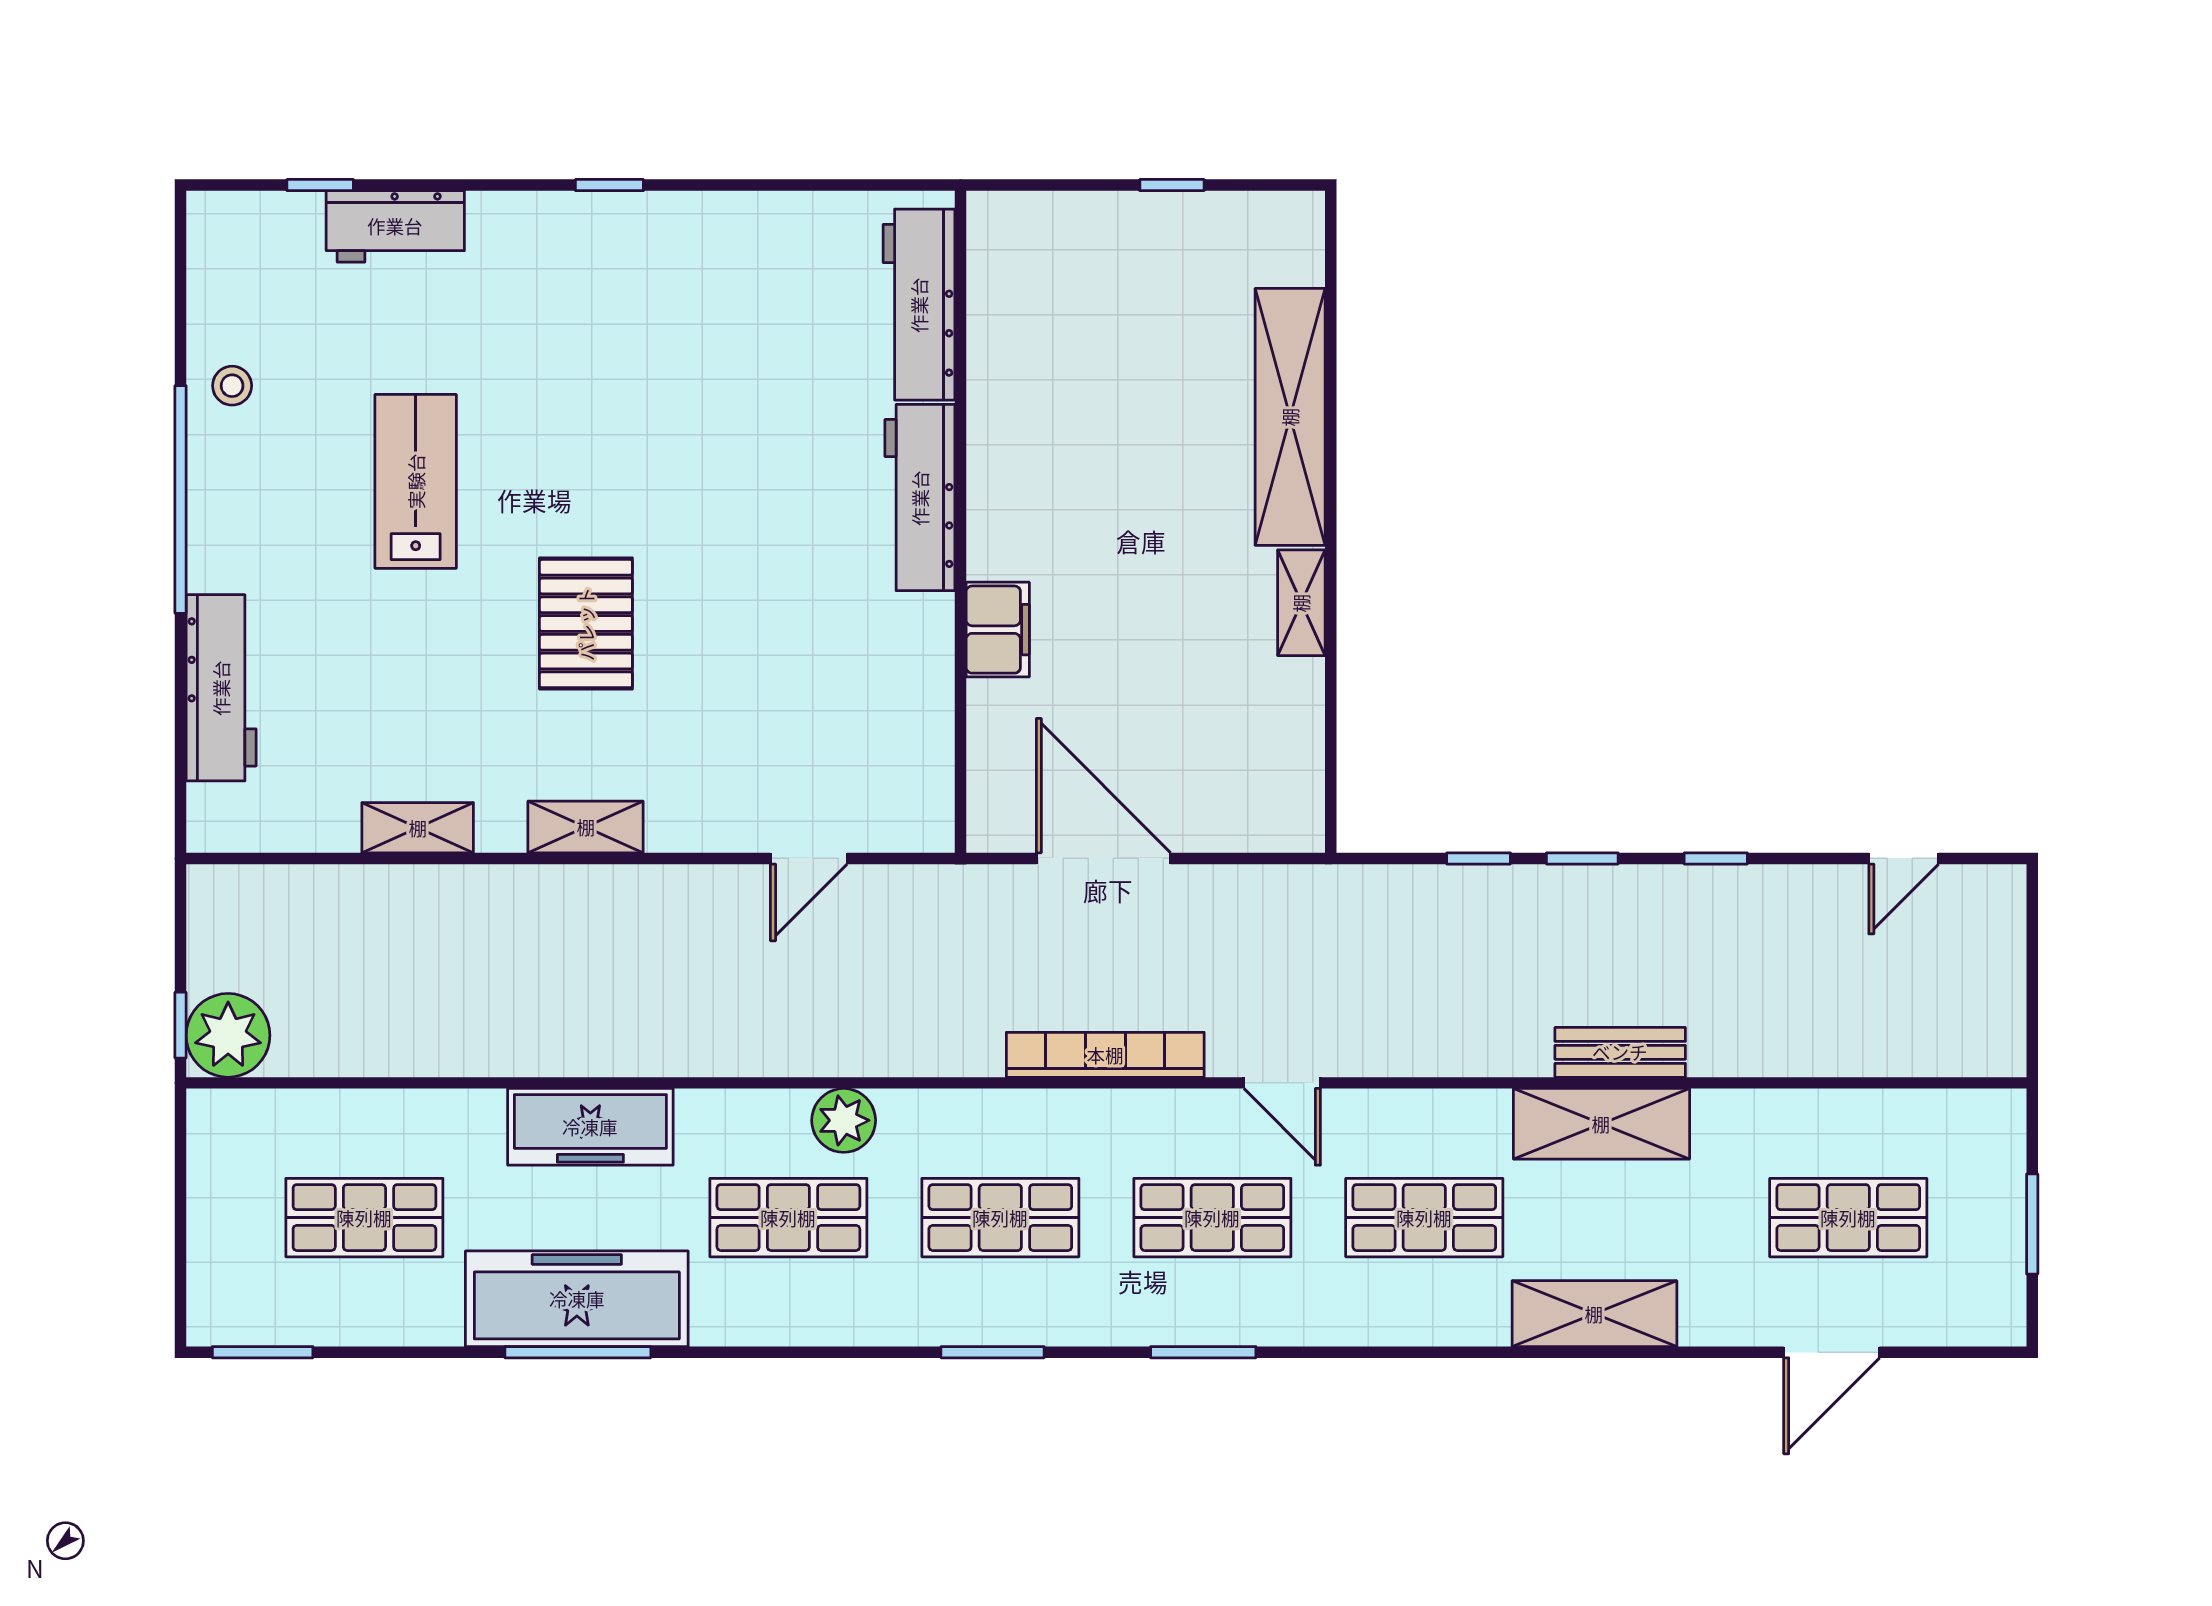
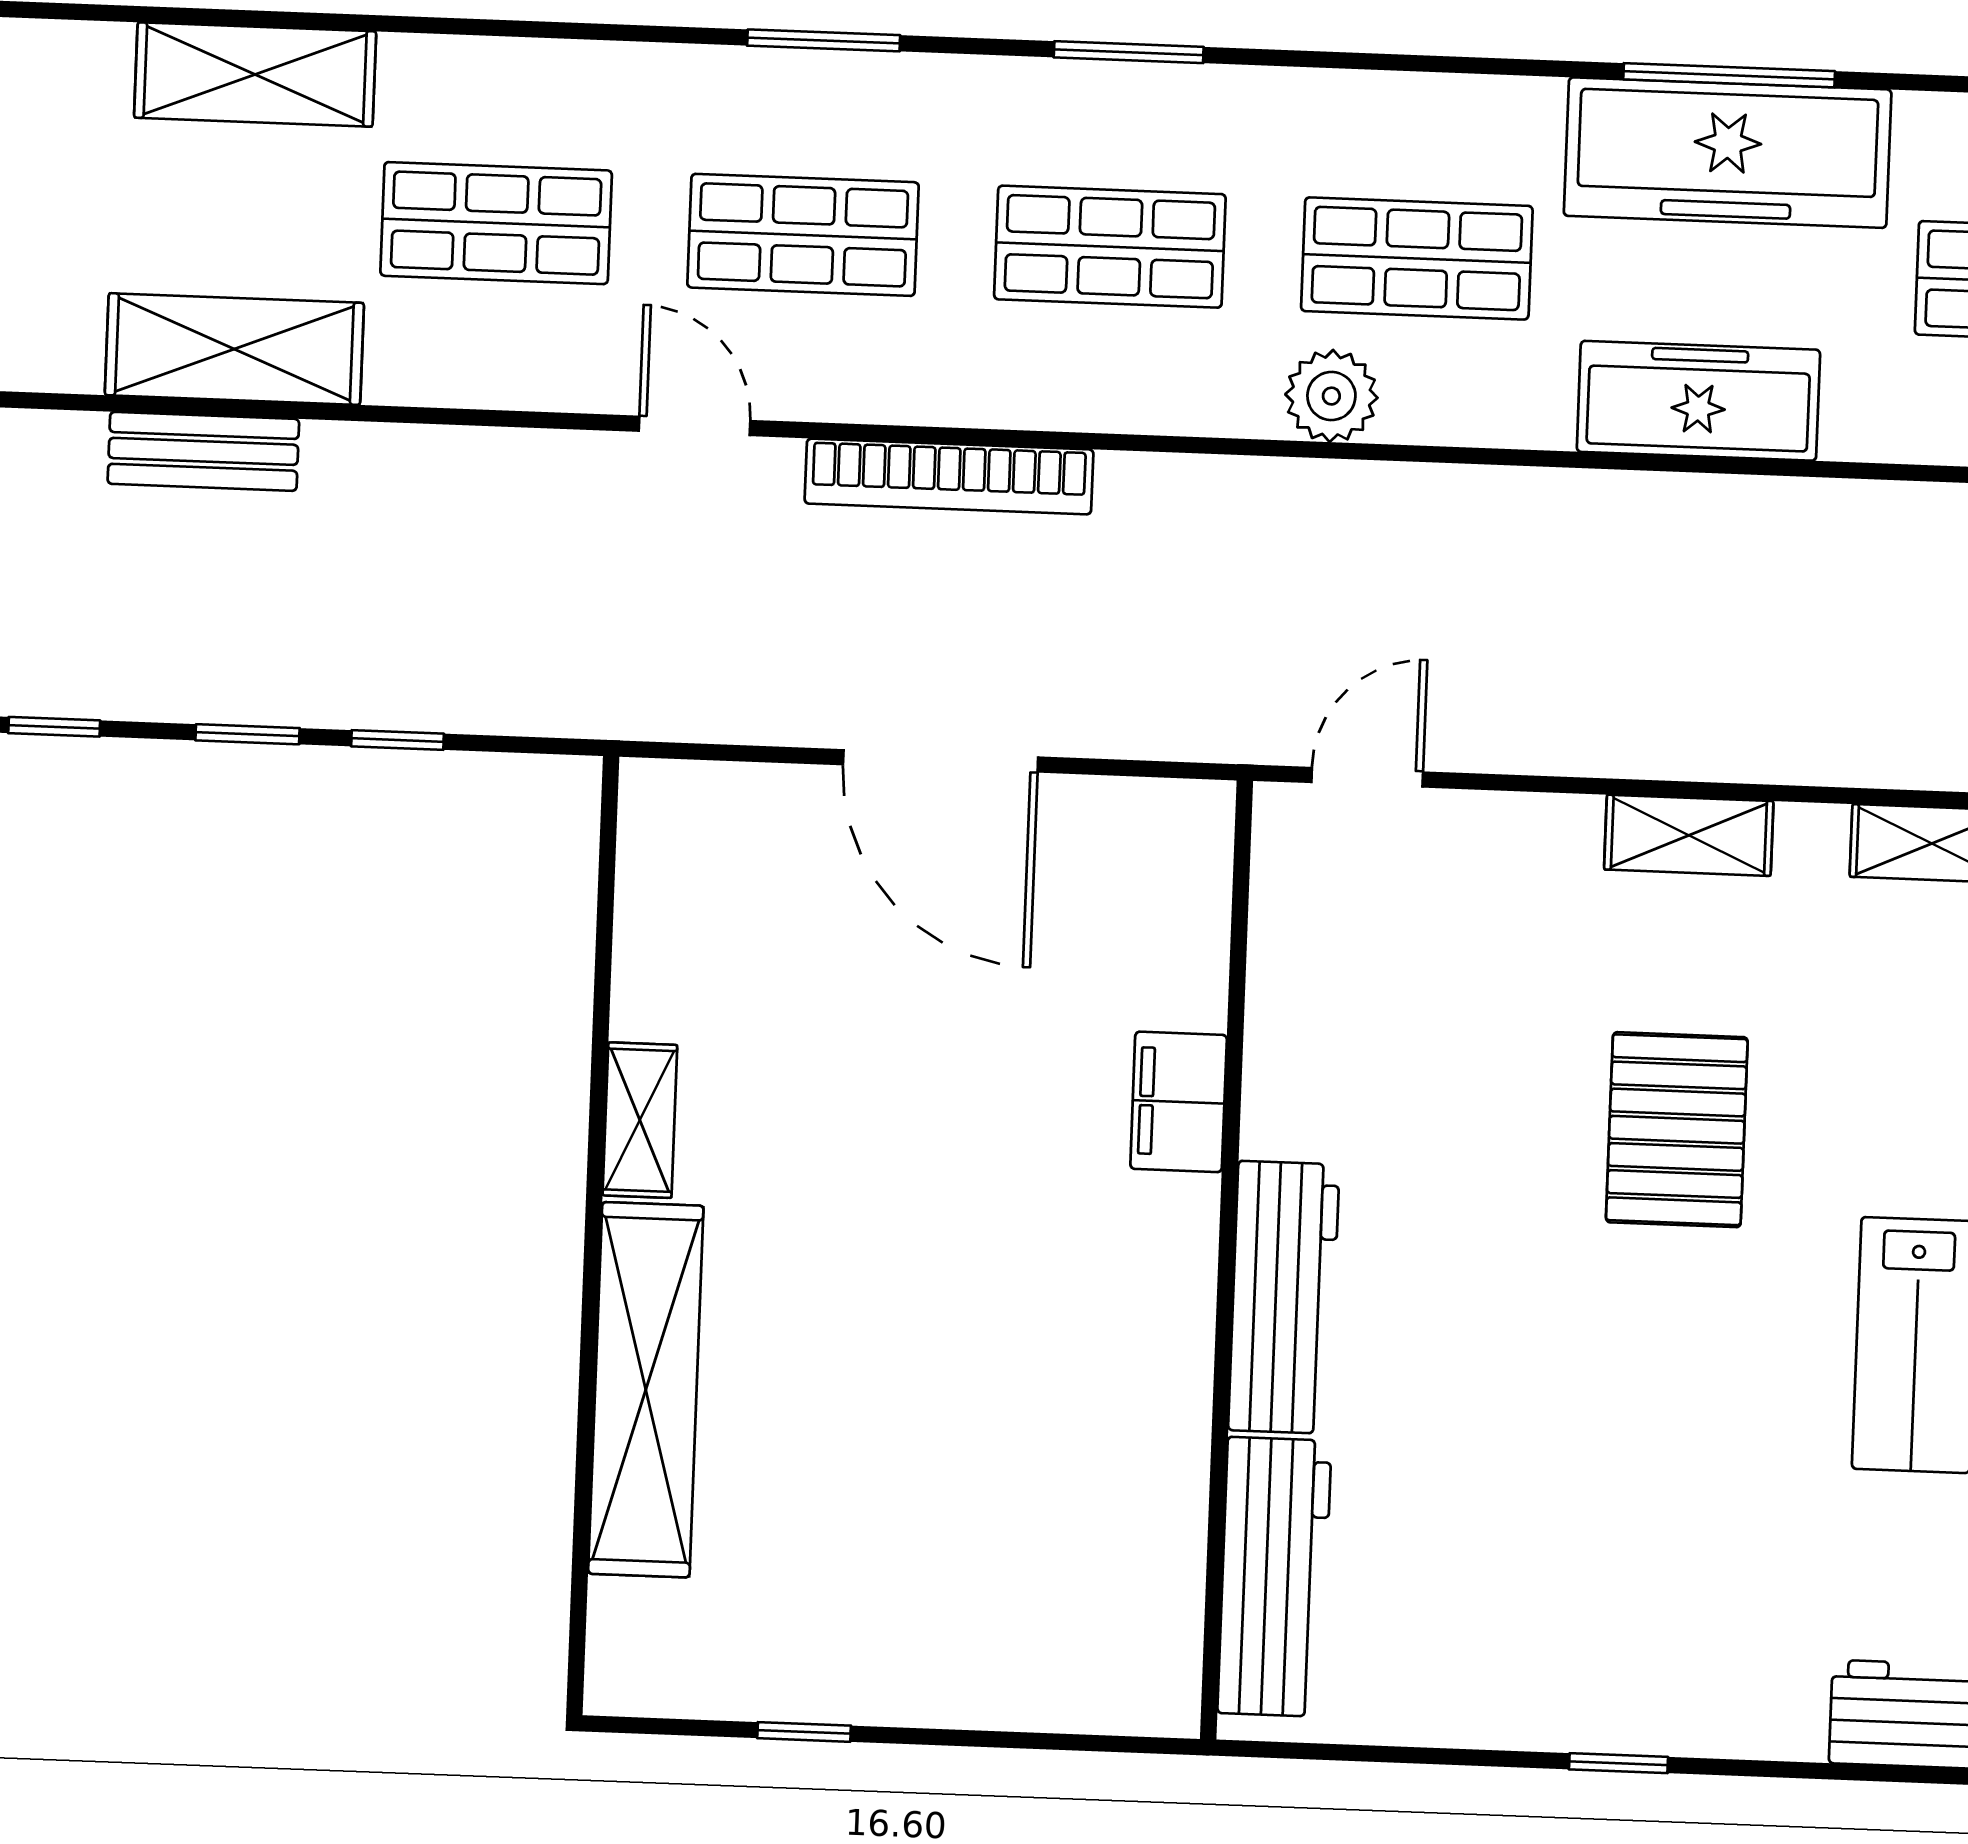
workbench: (919, 305) -> (1274, 1577), moved
workbench: (920, 498) -> (1284, 1297), moved
wall: (960, 522) -> (1226, 1260), moved
filing cabinet: (998, 630) -> (1179, 1102), moved

